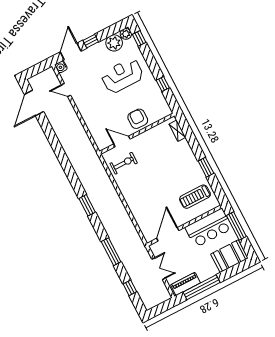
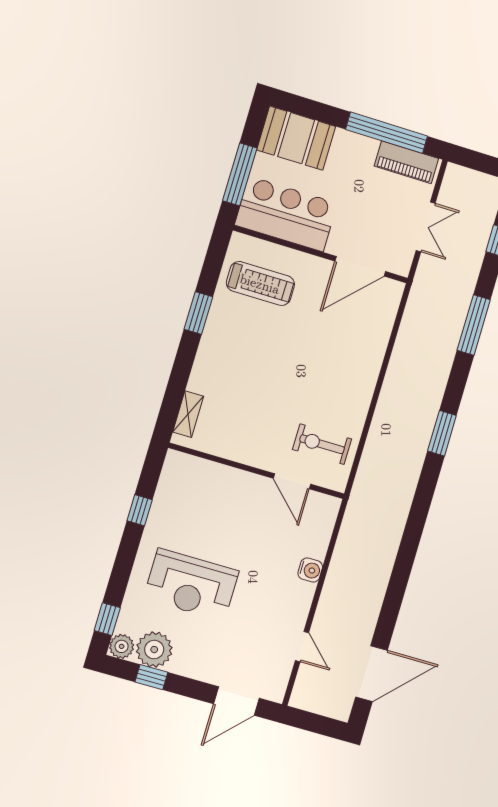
window: (91, 41) -> (151, 677), moved
water cooler: (61, 67) -> (310, 570), moved
armchair: (138, 119) -> (232, 493), removed
double door: (159, 269) -> (426, 227), swing flipped

